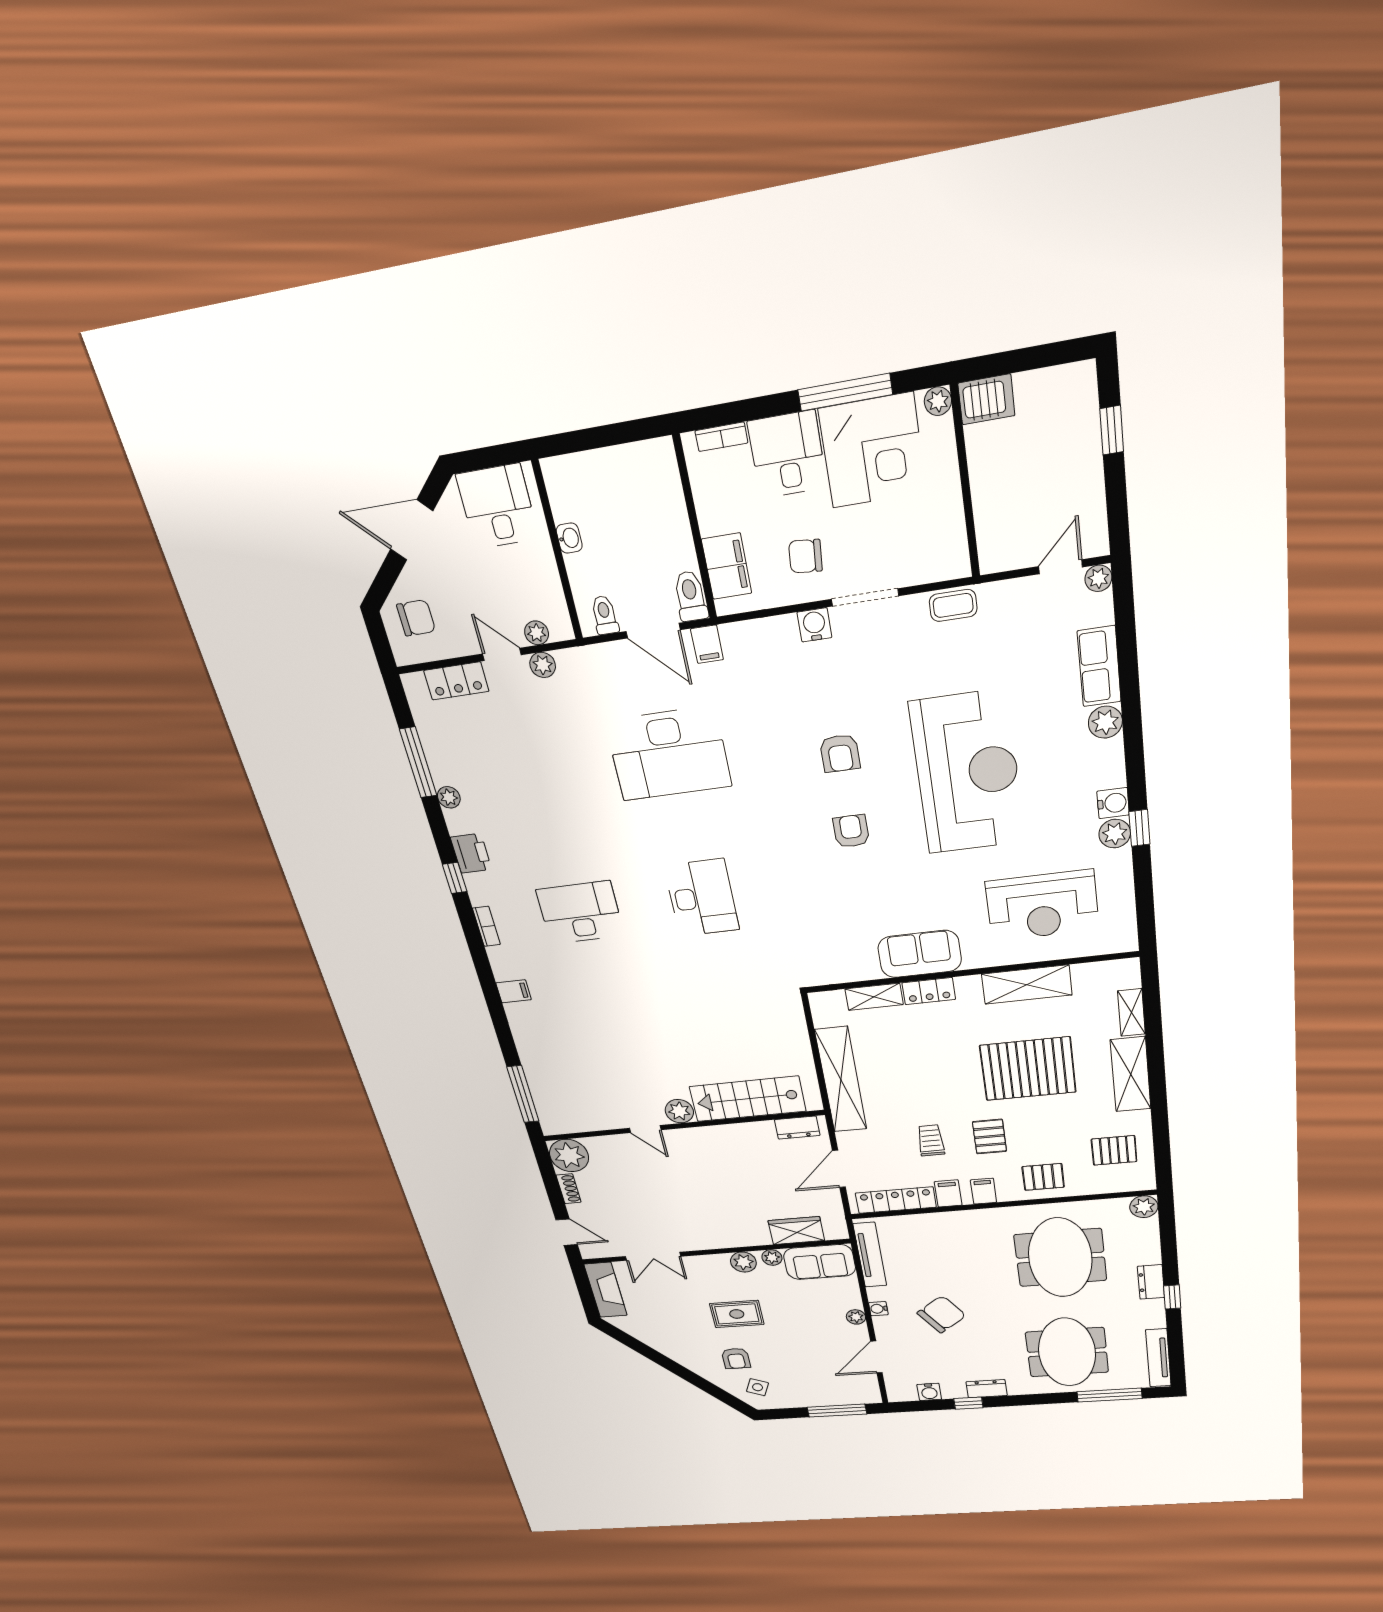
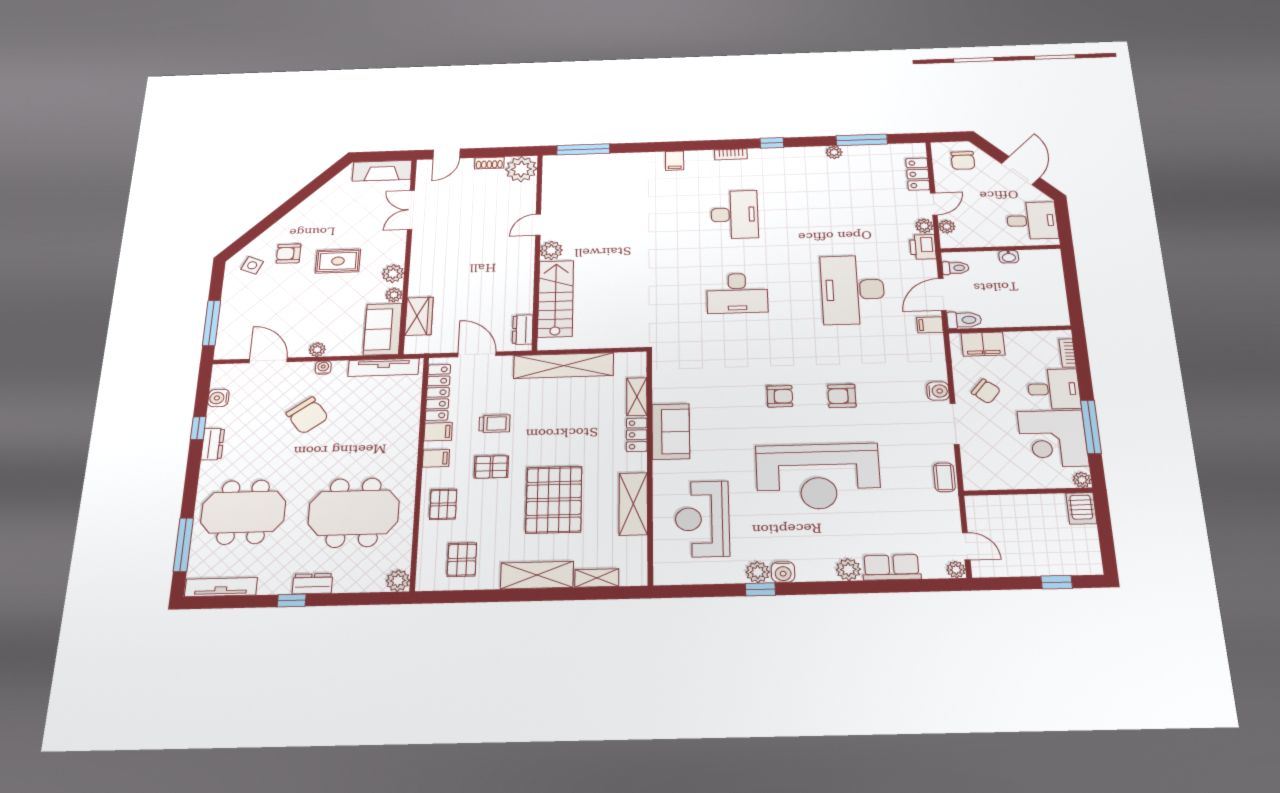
chair: (805, 556) -> (986, 391), turned 124
printer: (471, 853) -> (923, 247), moved, turned 90
rug: (737, 1314) -> (338, 261), turned 90

